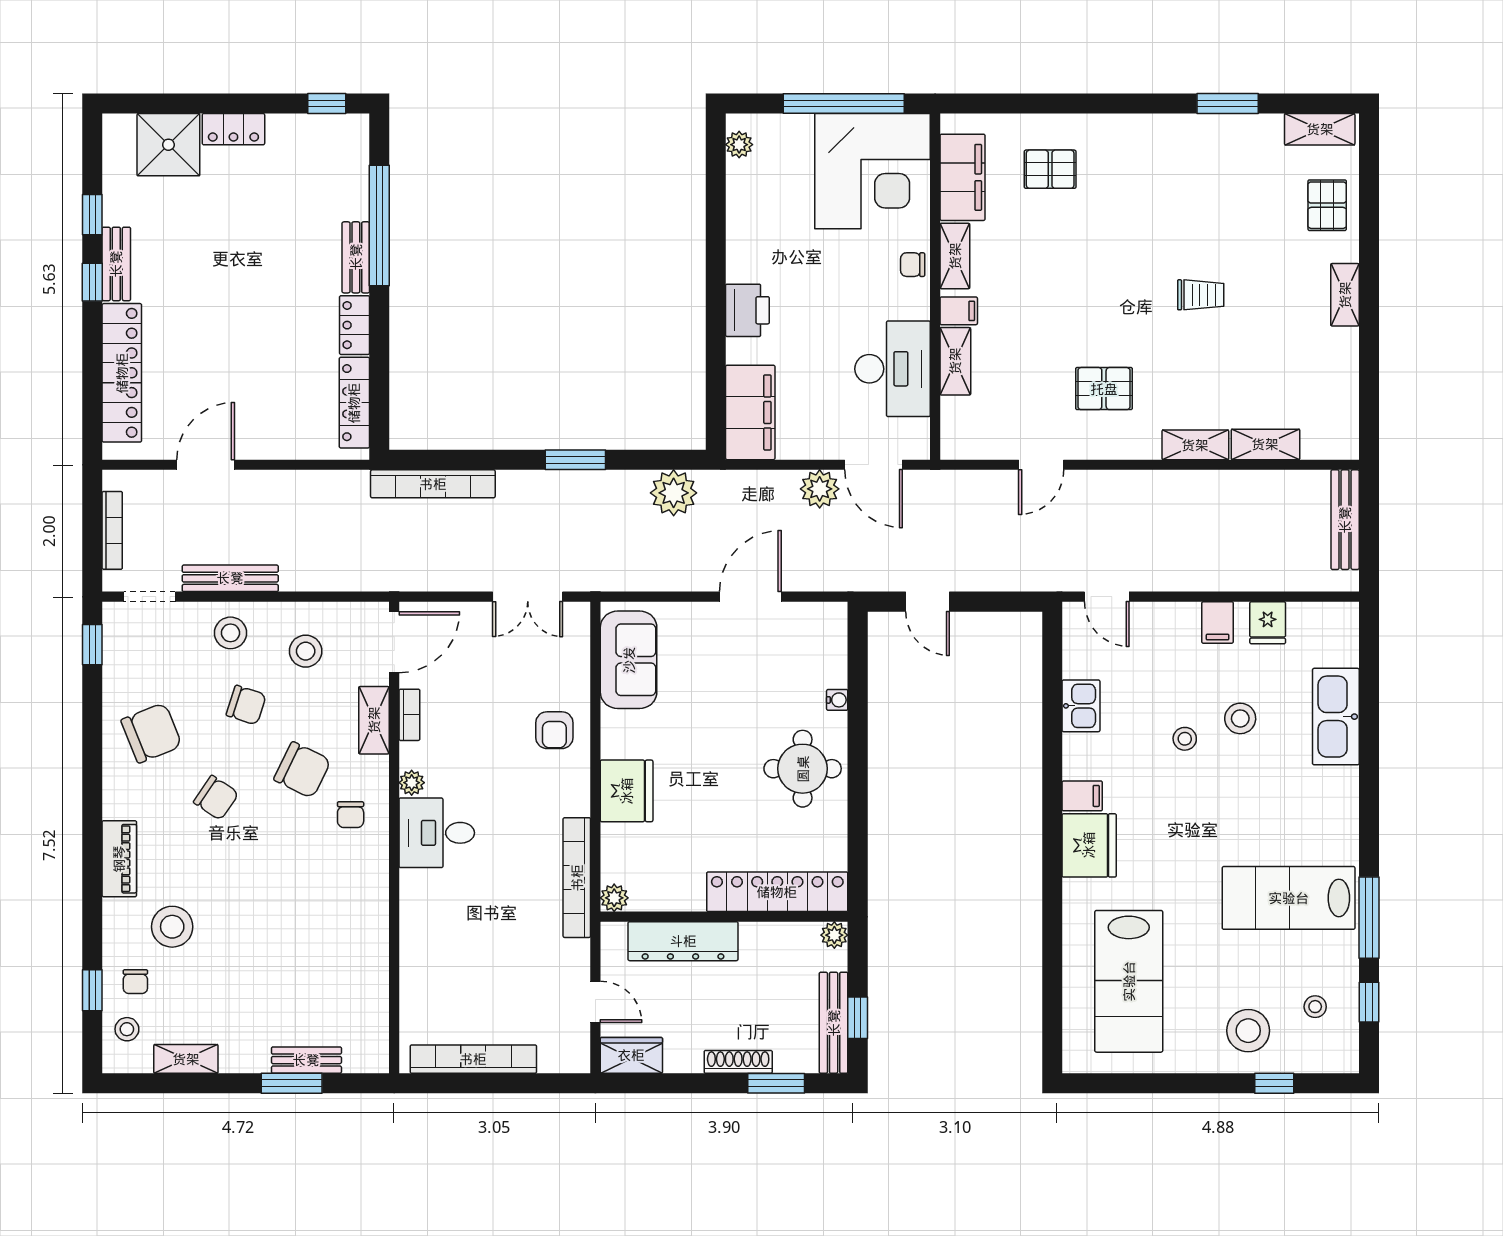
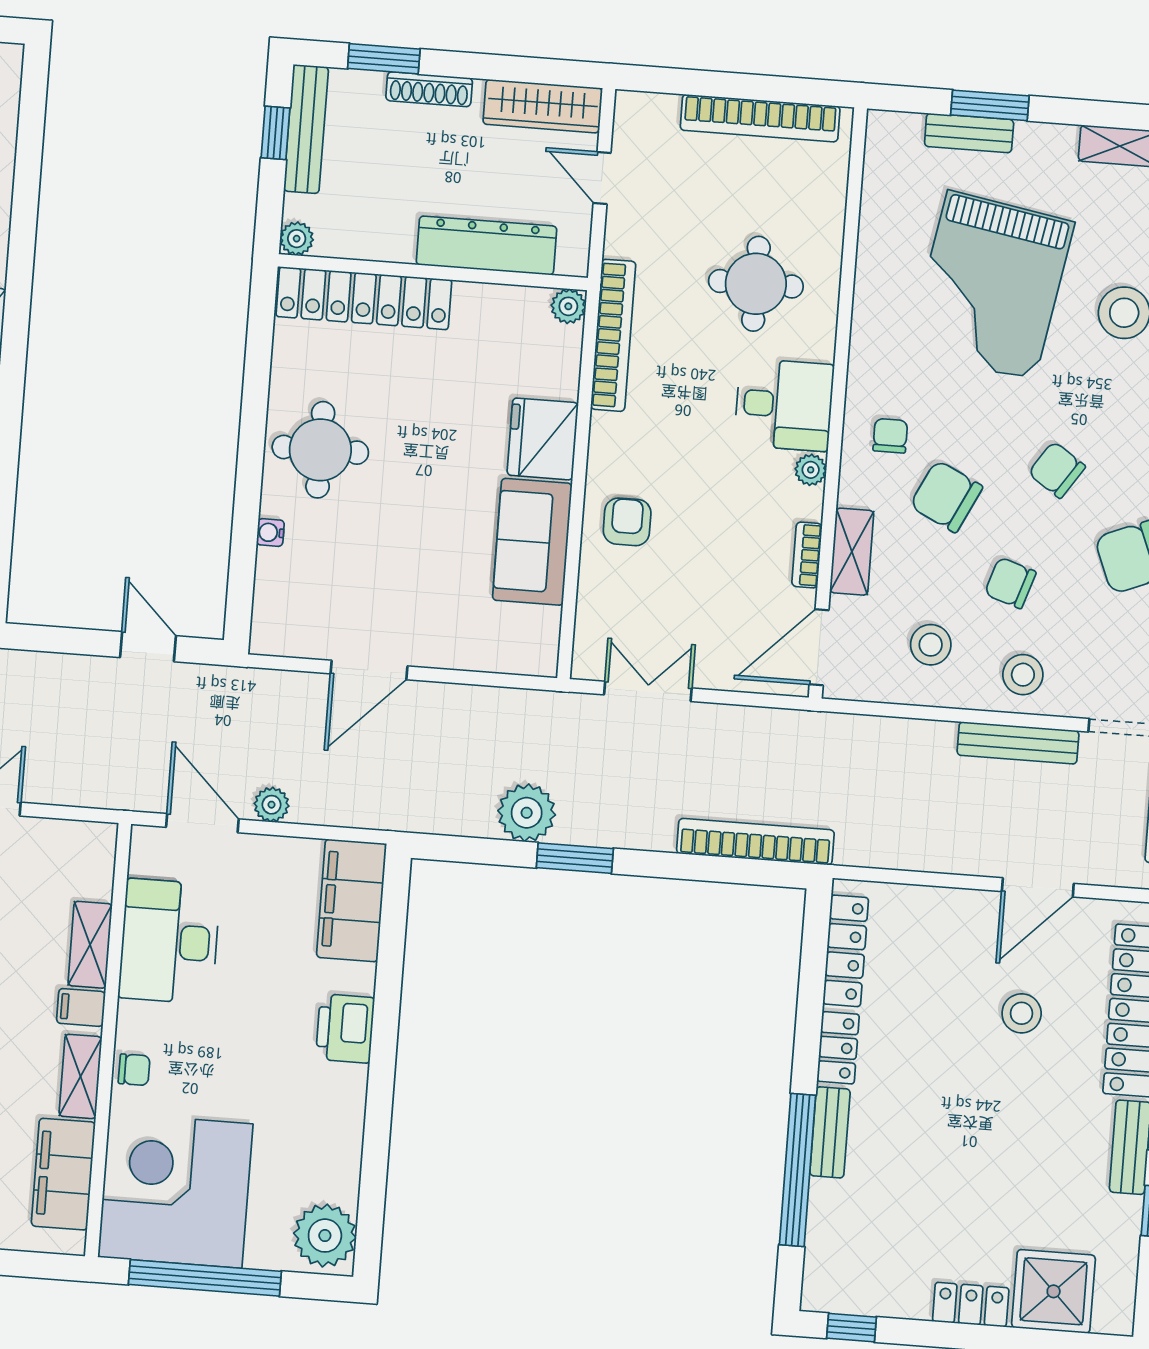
plant: (739, 145) -> (325, 1236), width x1.88, depth x1.88
stool: (211, 364) -> (1022, 1013), added
plant: (820, 489) -> (272, 805), width x0.73, depth x0.73
plant: (674, 493) -> (527, 813), moved
sofa: (629, 660) -> (532, 542), moved
round table: (467, 927) -> (756, 284), added
grand piano: (280, 940) -> (991, 286), added
wardrobe: (631, 1055) -> (543, 106), width x1.50

